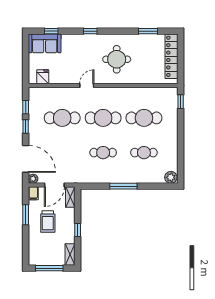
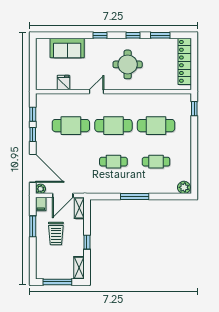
window: (51, 31) -> (133, 35), moved
sofa: (45, 43) -> (67, 48), moved
fridge: (43, 77) -> (63, 83), moved

